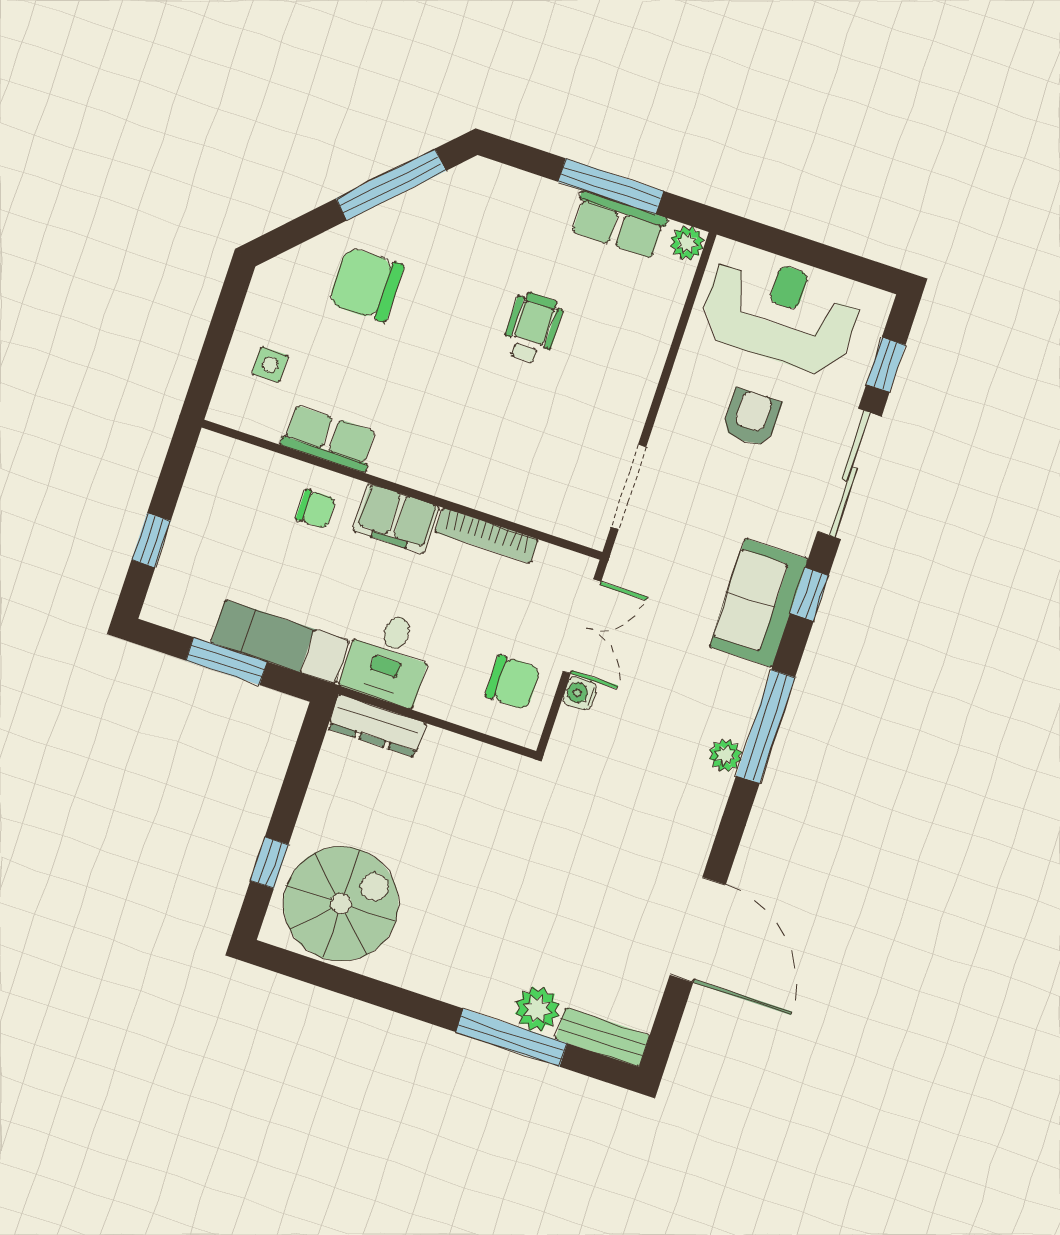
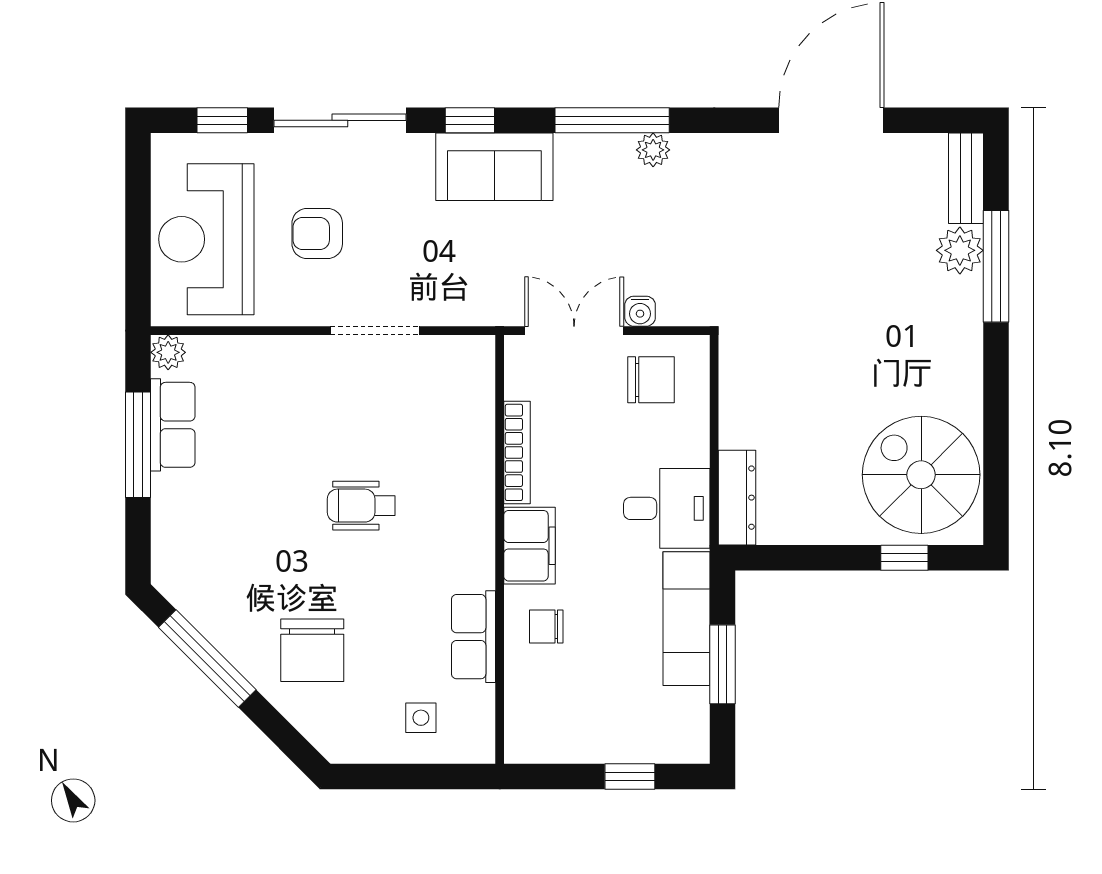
wheelchair: (532, 328) -> (361, 506), moved
doorway: (628, 487) -> (375, 331), moved
chair: (316, 509) -> (546, 627), turned -90
chair: (513, 682) -> (651, 380), turned 90

